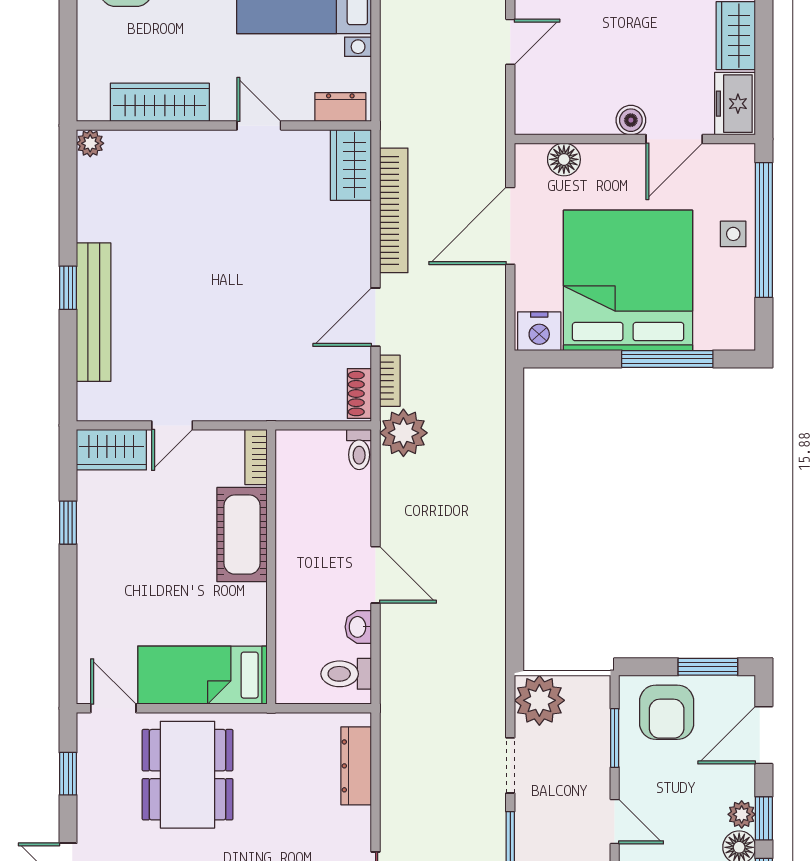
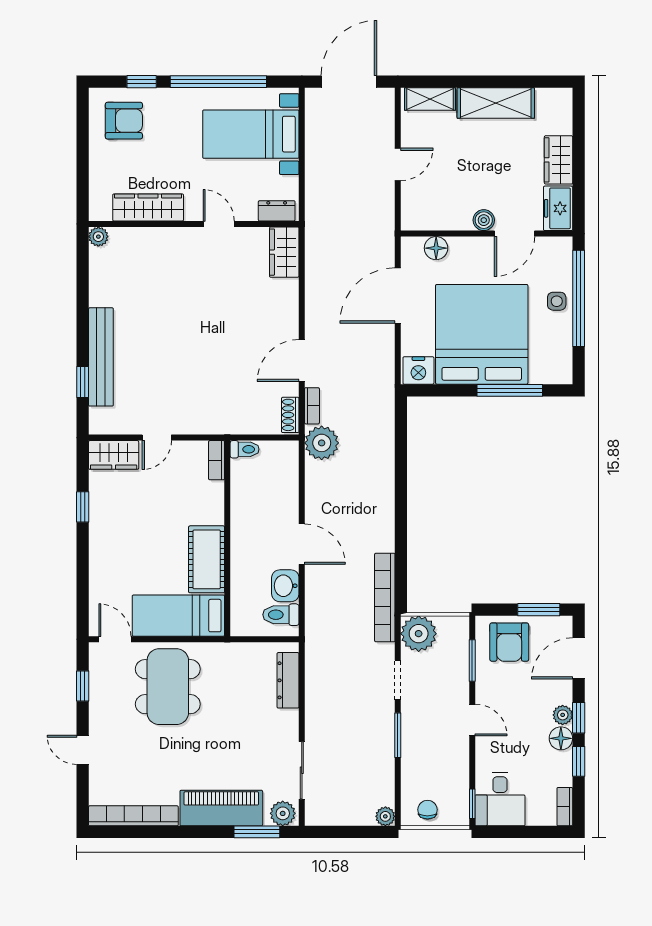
bookcase: (394, 210) -> (385, 597), moved, turned 180
window: (68, 288) -> (83, 382), moved
toilet: (359, 450) -> (245, 449), moved, turned -90
cot: (242, 535) -> (207, 559), moved
washbasin: (358, 627) -> (285, 586), width x1.38, depth x1.45

